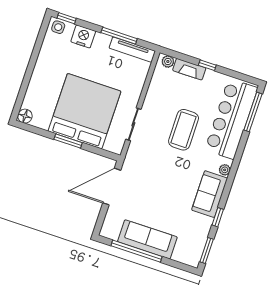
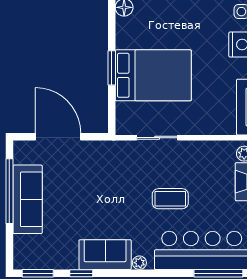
bed: (85, 111) -> (153, 75), width x0.73
coffee table: (184, 130) -> (170, 199), width x0.73, depth x0.76
door: (112, 187) -> (58, 137), moved

